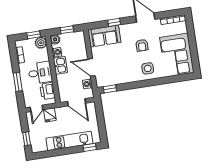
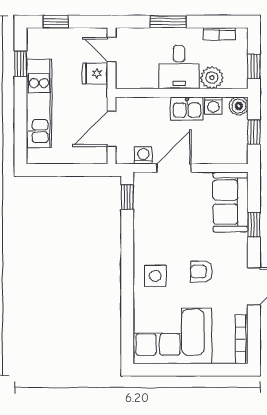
plant: (41, 43) -> (212, 78), moved
printer: (47, 91) -> (142, 76), removed
window: (90, 147) -> (20, 64), moved

